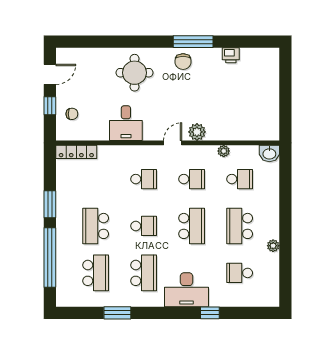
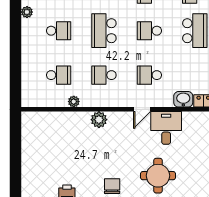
door: (173, 143) -> (142, 109), moved
washbasin: (269, 153) -> (183, 99), moved
school desk: (240, 179) -> (59, 75), turned 180
school desk: (240, 226) -> (59, 31), width x0.54

